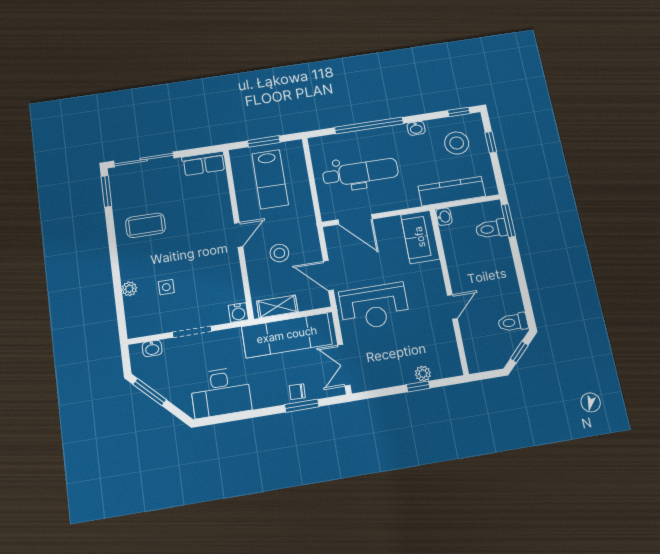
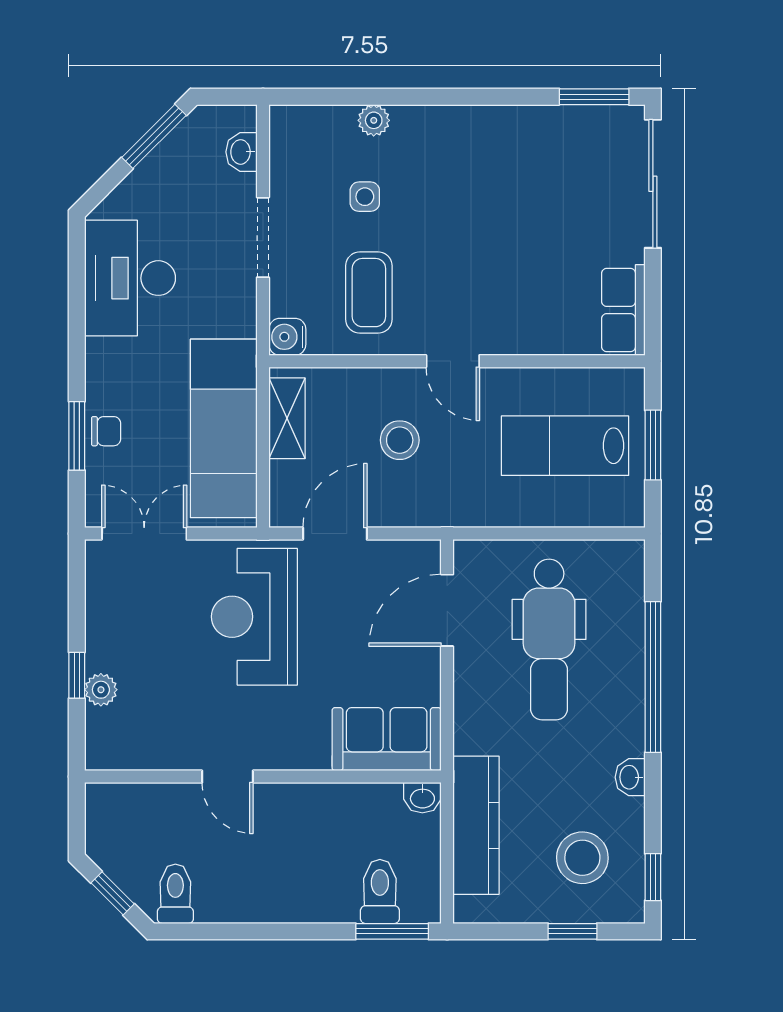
coffee table: (145, 225) -> (369, 293), moved
chair: (297, 392) -> (106, 431), turned 88

